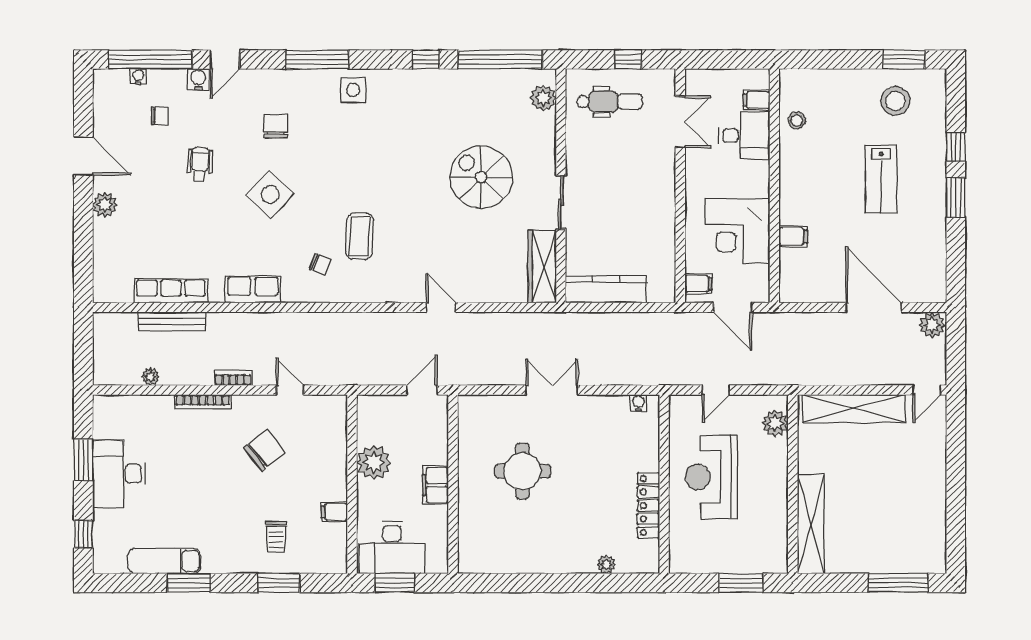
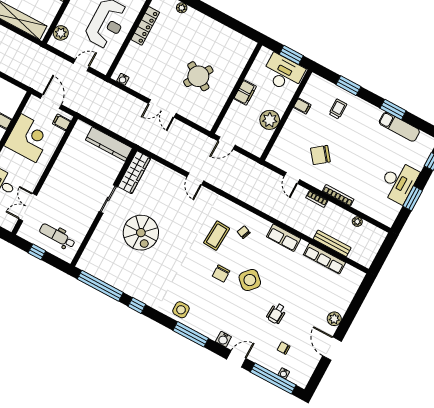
water cooler: (198, 79) -> (223, 339), moved
plant: (543, 98) -> (89, 255), removed
chair: (276, 126) -> (221, 273), moved
round table: (522, 471) -> (198, 76), turned 31

